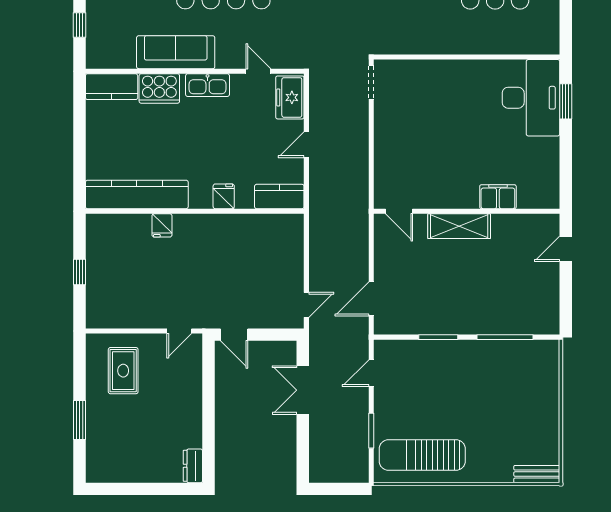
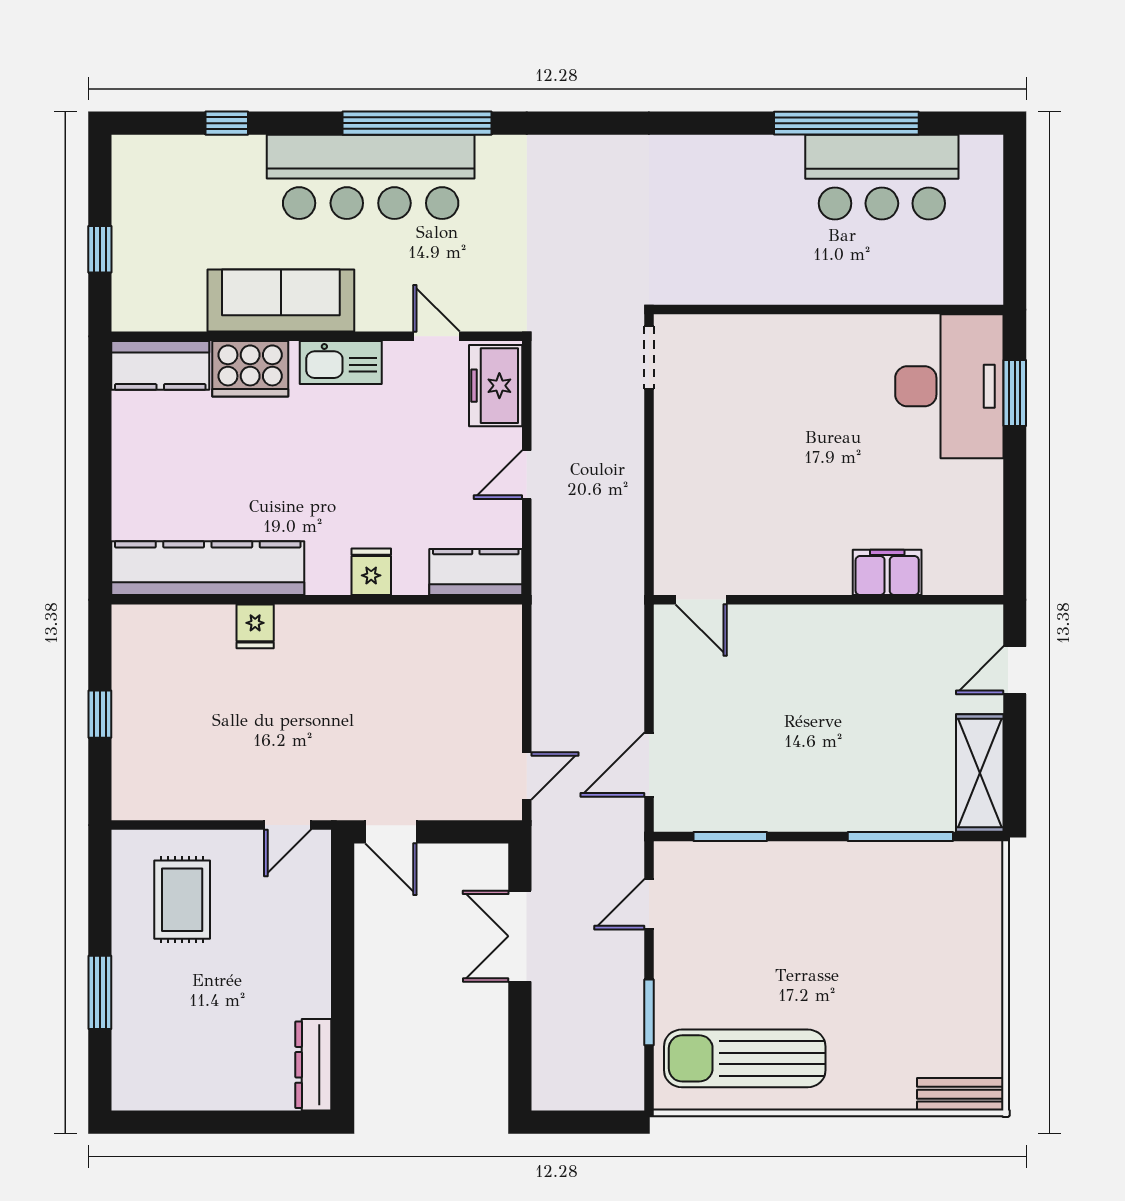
shelving: (459, 226) -> (980, 773), moved, turned 90
window: (438, 337) -> (730, 836), moved
dresser: (193, 466) -> (313, 1065), width x1.44

